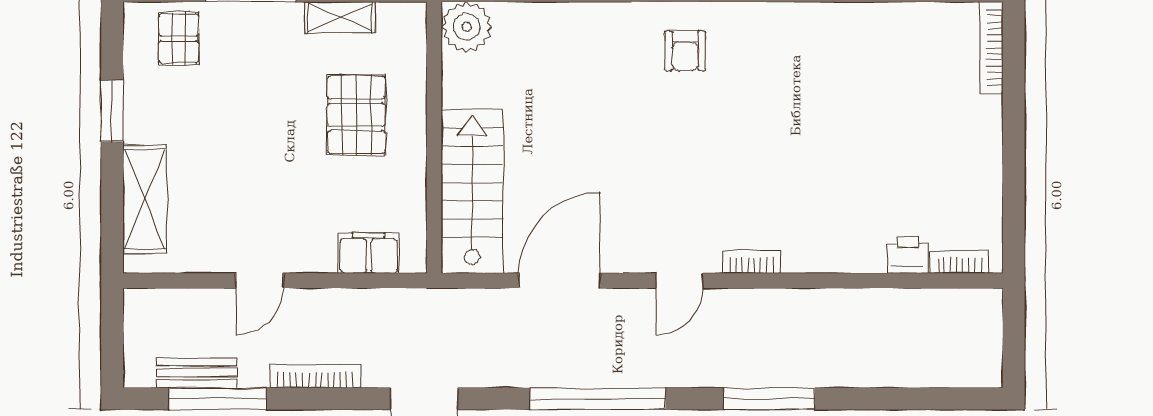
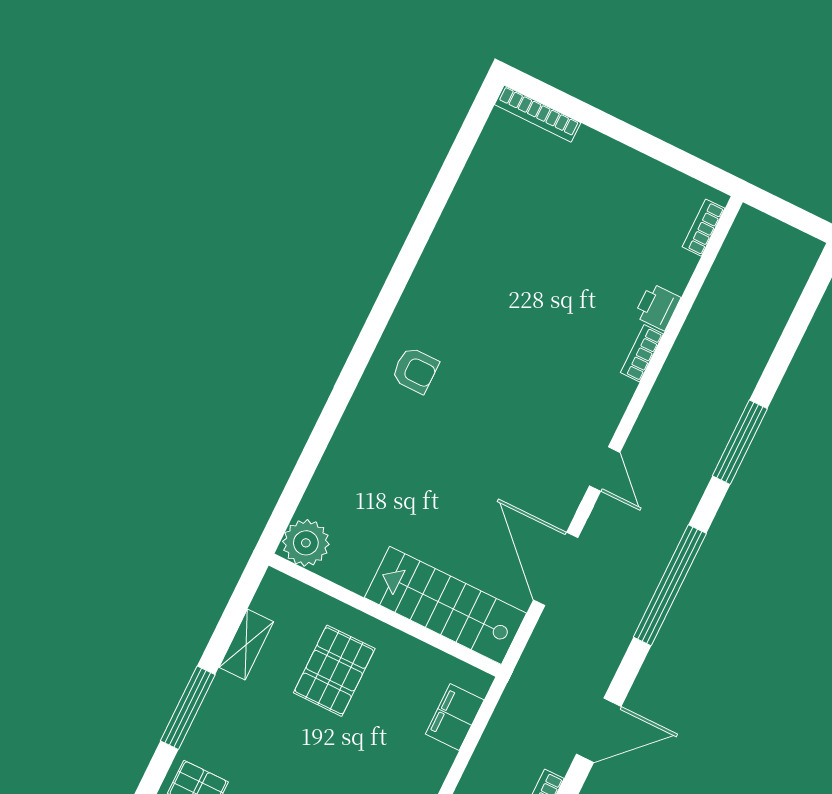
pallet: (356, 115) -> (334, 671), turned 90
printer: (908, 255) -> (657, 307), moved
bookcase: (752, 262) -> (642, 353), moved

